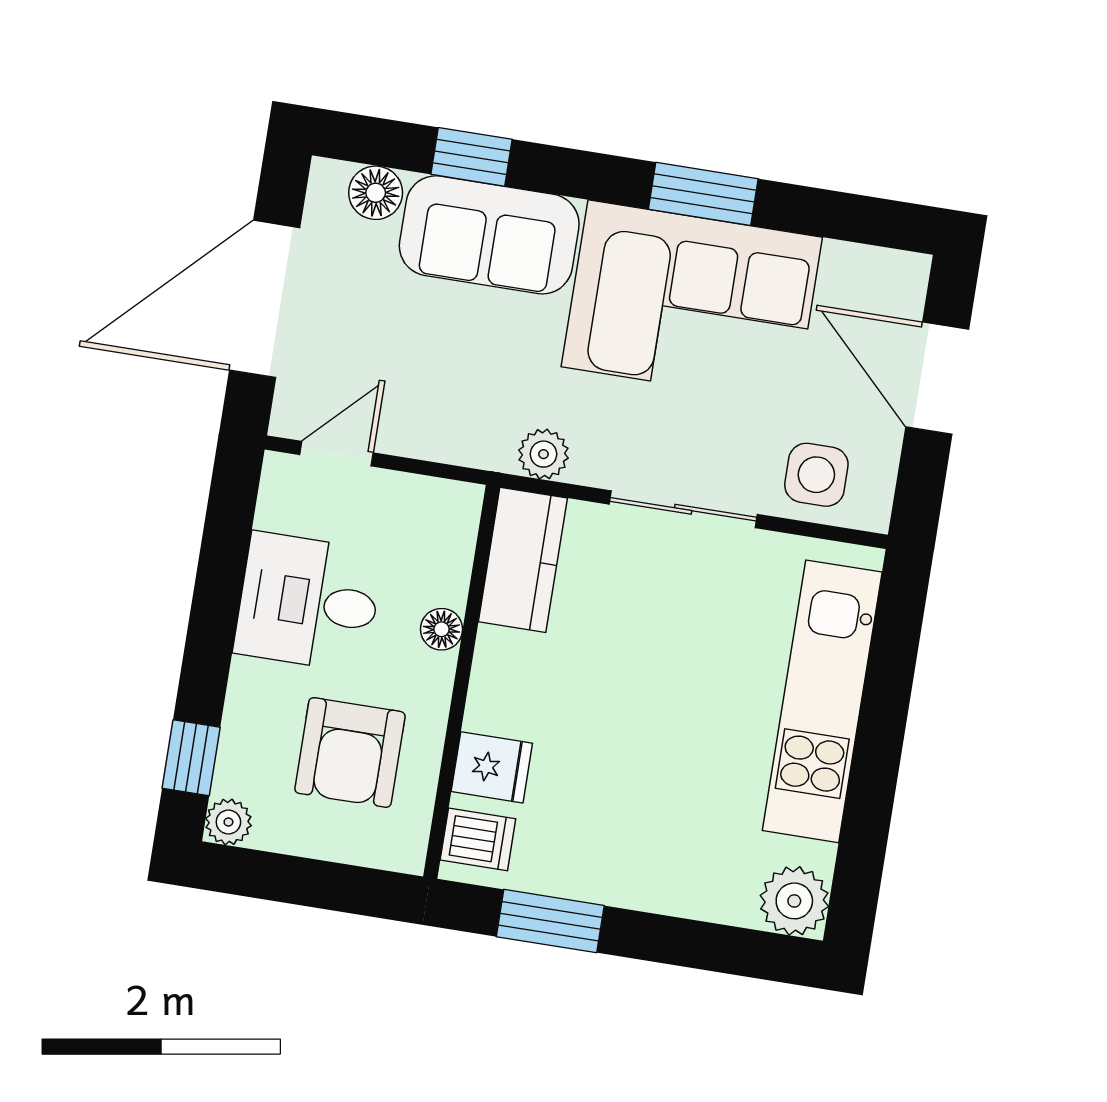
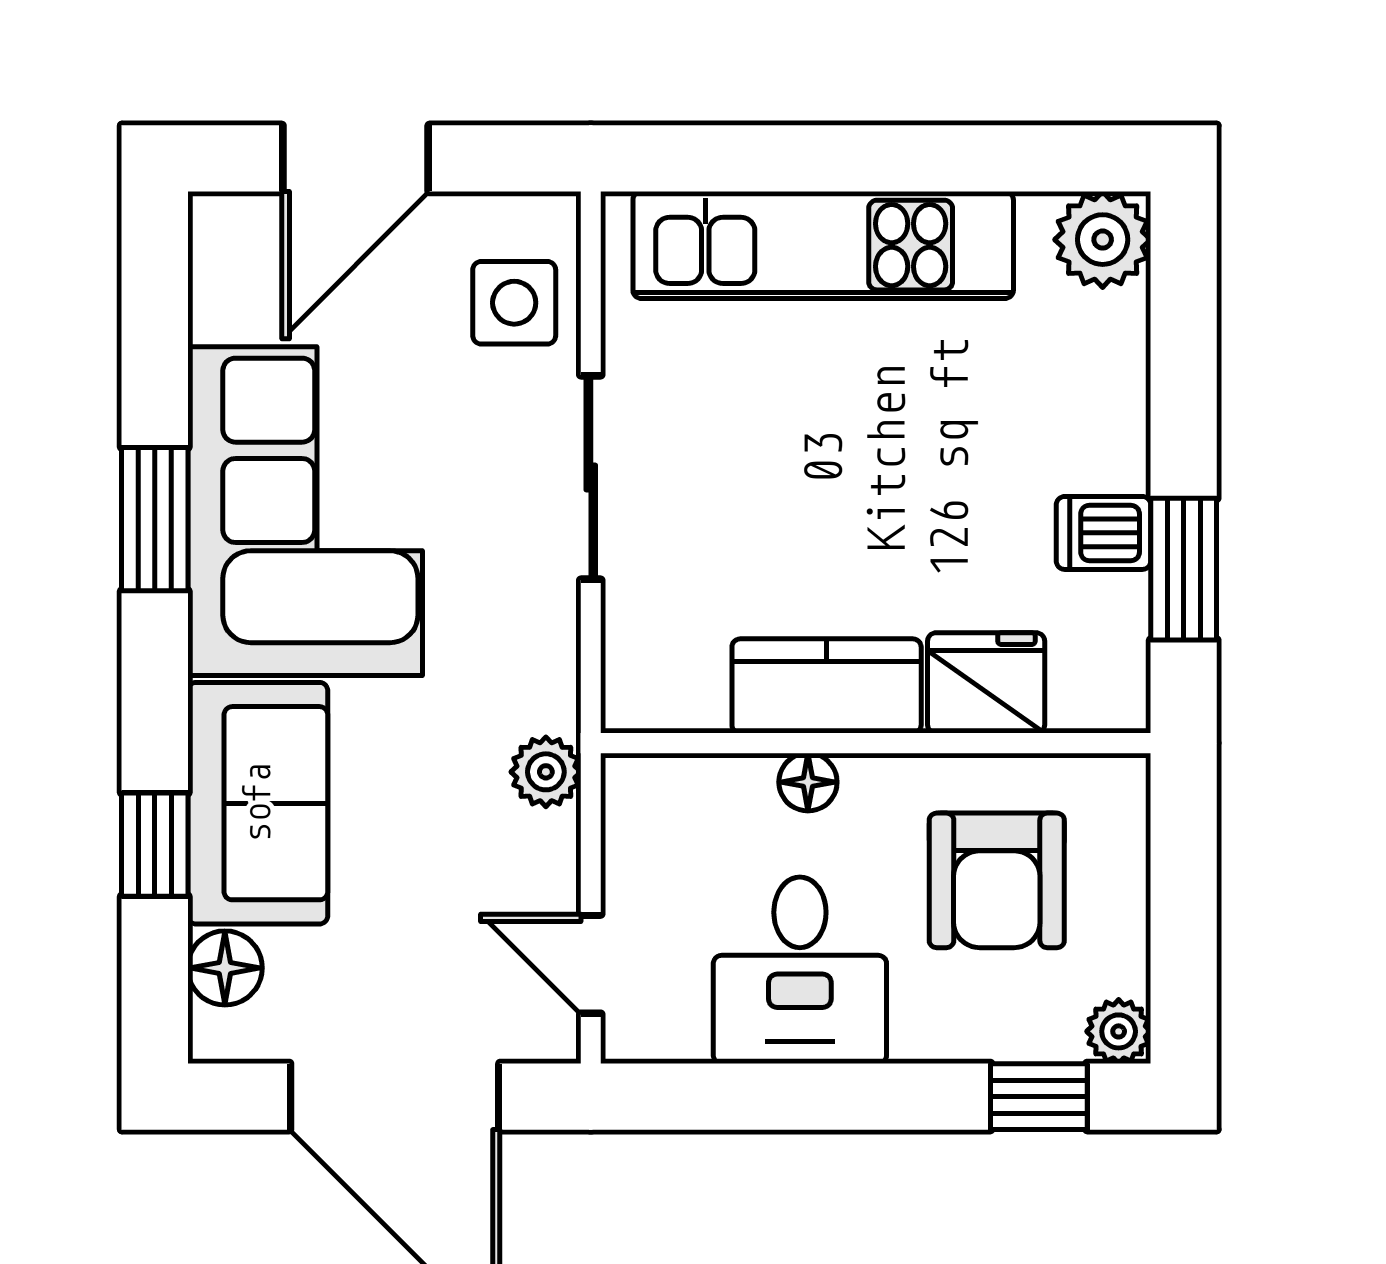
plant: (543, 454) -> (546, 772), moved
kitchen counter: (523, 560) -> (827, 686), moved
armchair: (350, 752) -> (997, 880), turned 90
fridge: (492, 767) -> (986, 683), width x1.38
dishwasher: (478, 839) -> (1104, 533), moved, turned -90

